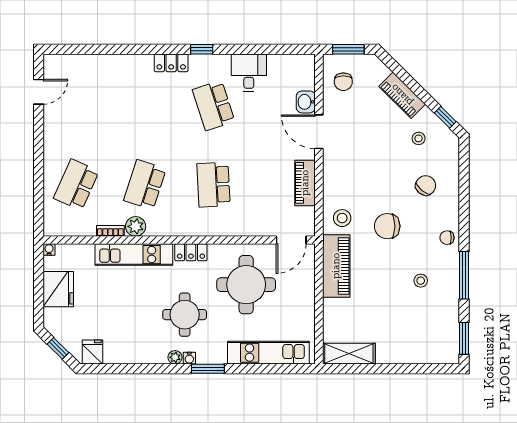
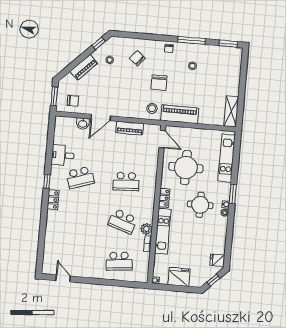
school desk: (76, 185) -> (119, 261), turned -30

